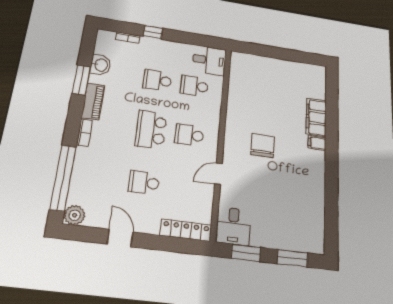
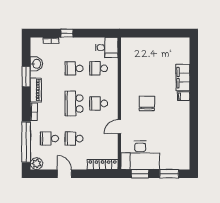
school desk: (103, 177) -> (49, 139), added
desk: (233, 226) -> (140, 155), width x1.87, depth x1.30

